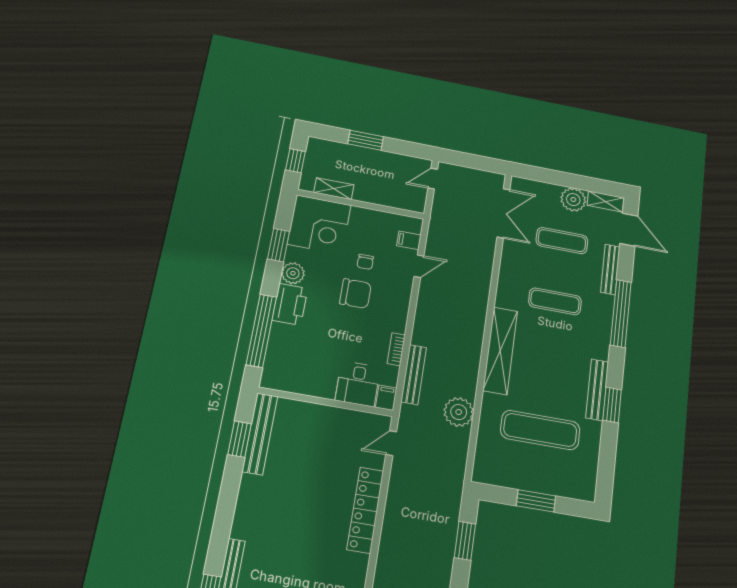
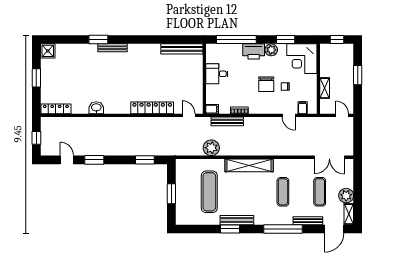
shelving: (334, 189) -> (325, 88), moved
desk: (358, 384) -> (217, 74), moved
window: (240, 439) -> (177, 40), removed

